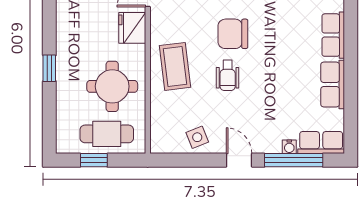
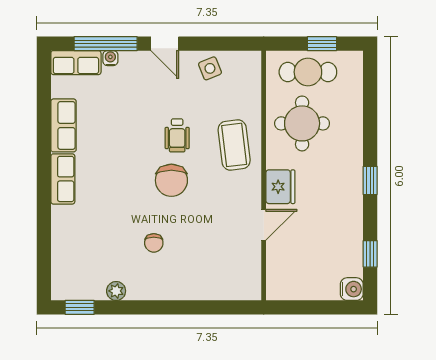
chair: (233, 34) -> (171, 180), turned 90
window: (49, 68) -> (370, 180), moved
wheelchair: (228, 75) -> (177, 135), turned 180

